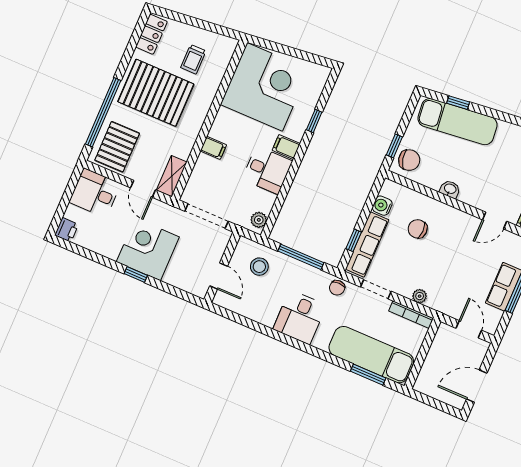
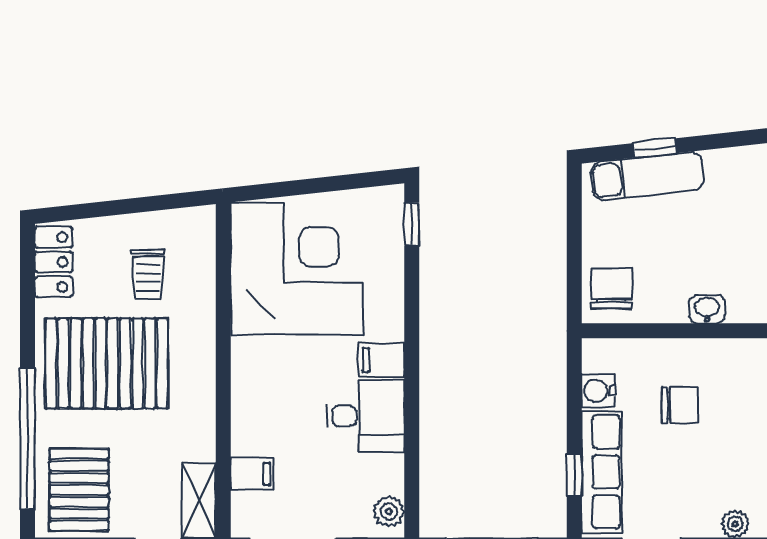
window: (314, 121) -> (412, 224), moved
exam couch: (457, 122) -> (647, 176), width x0.73, depth x0.69
window: (394, 146) -> (574, 274), removed
filing cabinet: (213, 148) -> (252, 474), moved
chair: (409, 160) -> (612, 289), turned -76
chair: (418, 229) -> (680, 405), turned 180

